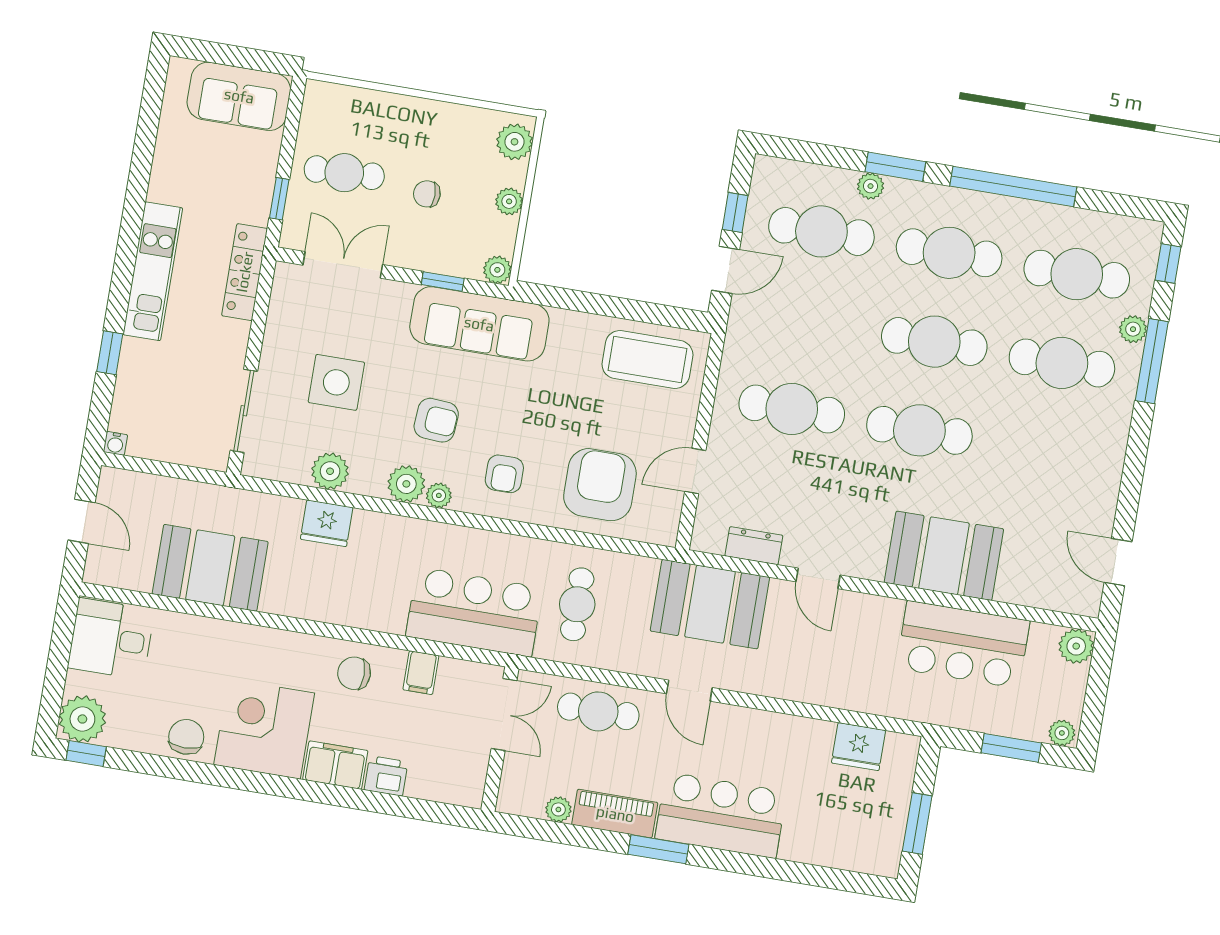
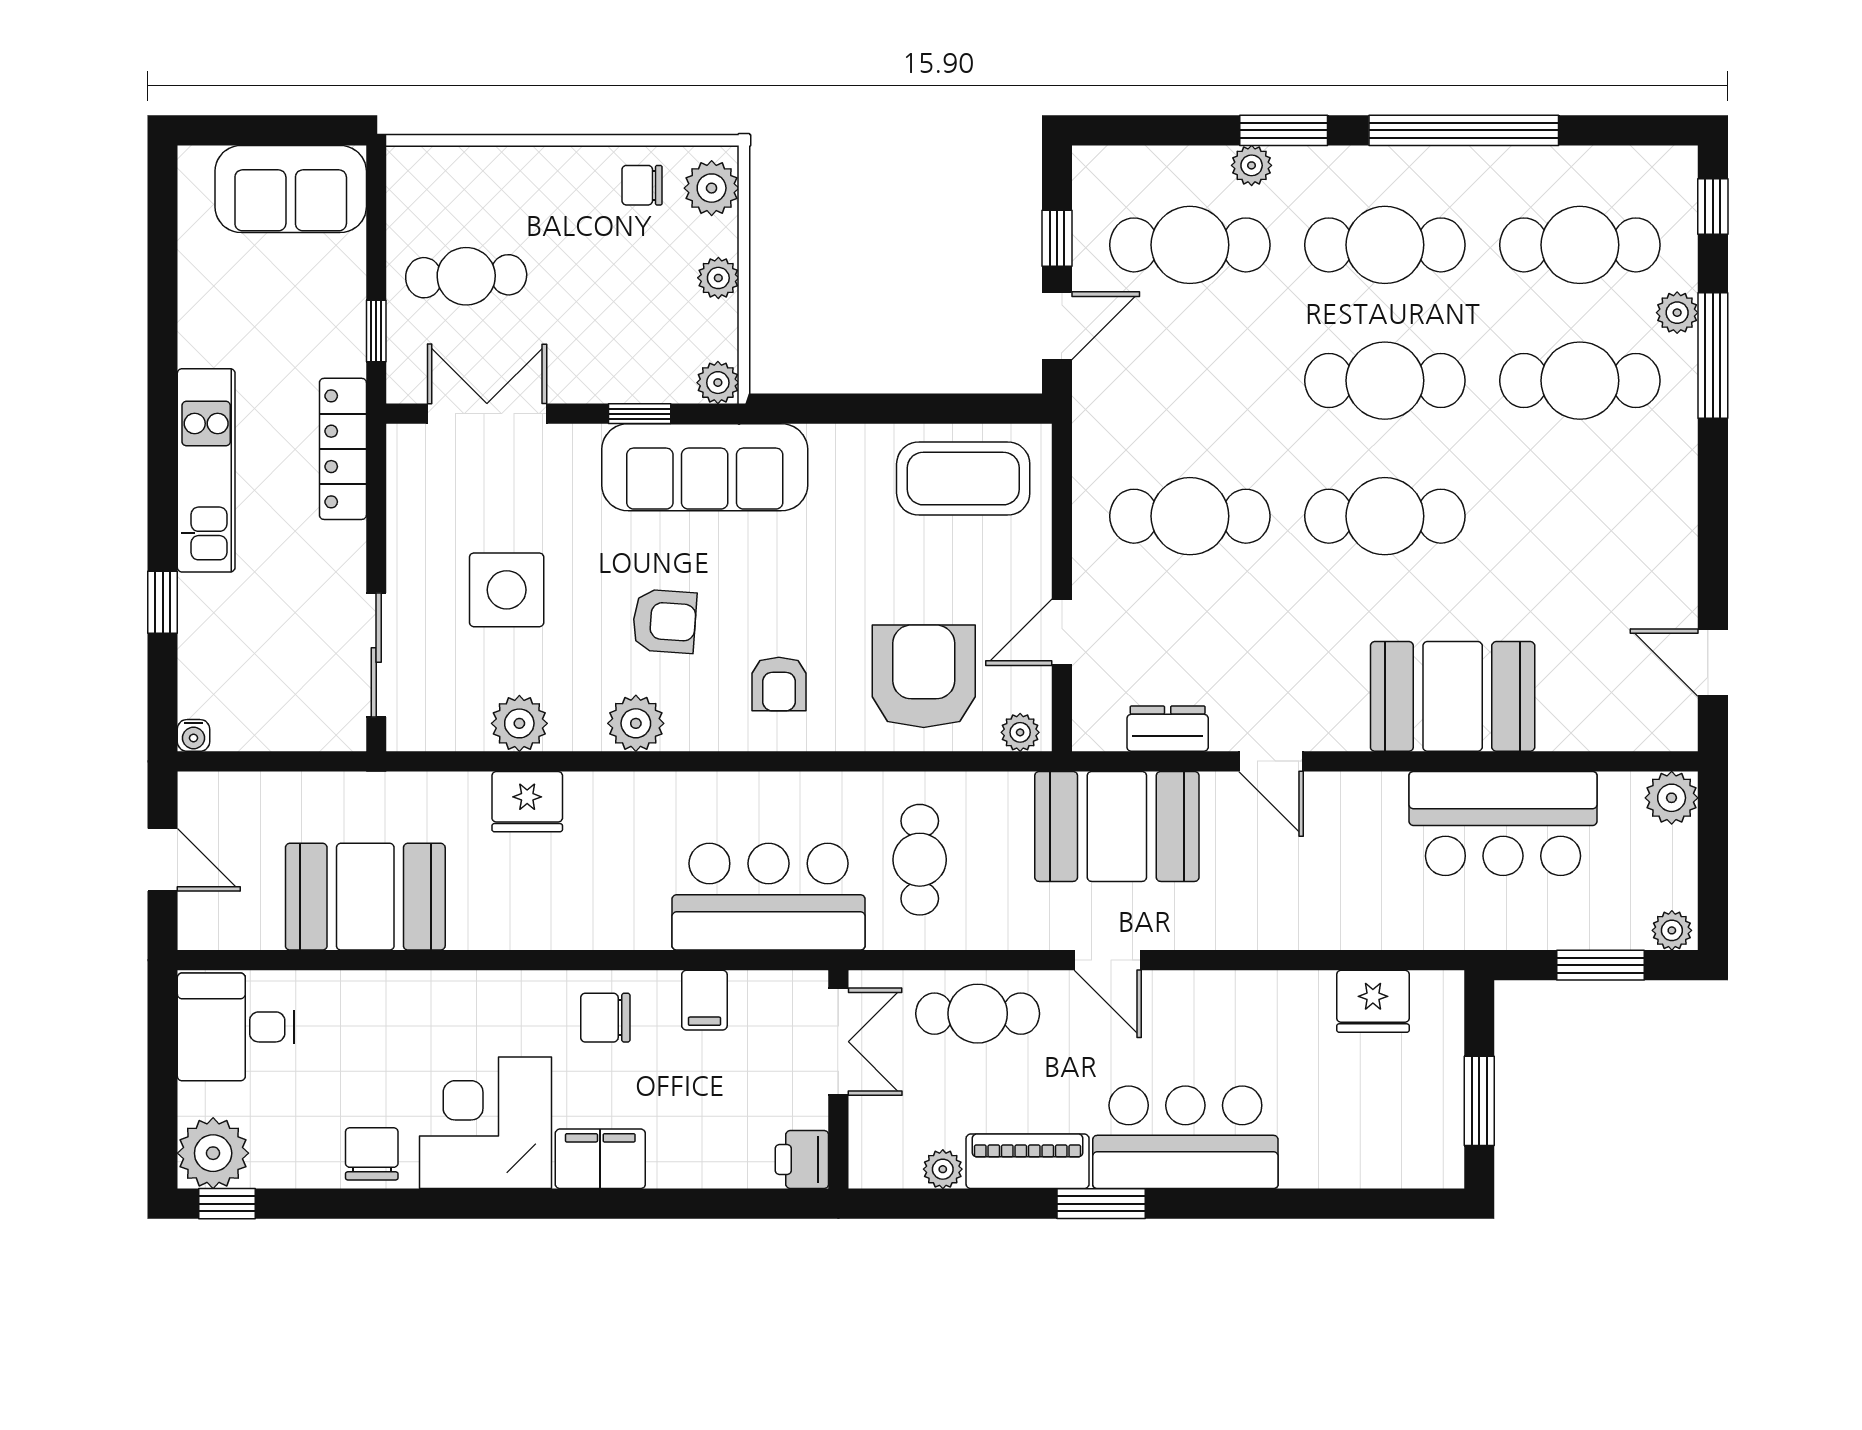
chair: (427, 194) -> (642, 185), moved
plant: (439, 495) -> (1020, 732), moved
printer: (386, 776) -> (802, 1159), moved, turned -90

